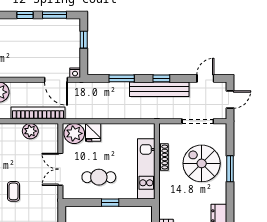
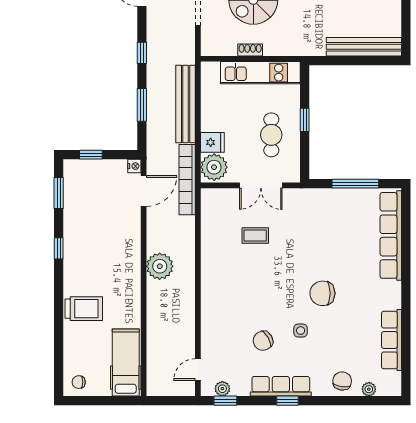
window: (25, 15) -> (59, 248), moved
bench: (159, 89) -> (186, 104), moved
bookcase: (38, 113) -> (187, 180), moved
plant: (30, 131) -> (211, 225), removed
shoe rack: (164, 157) -> (250, 50), width x0.70
coffee table: (14, 191) -> (255, 235), moved

